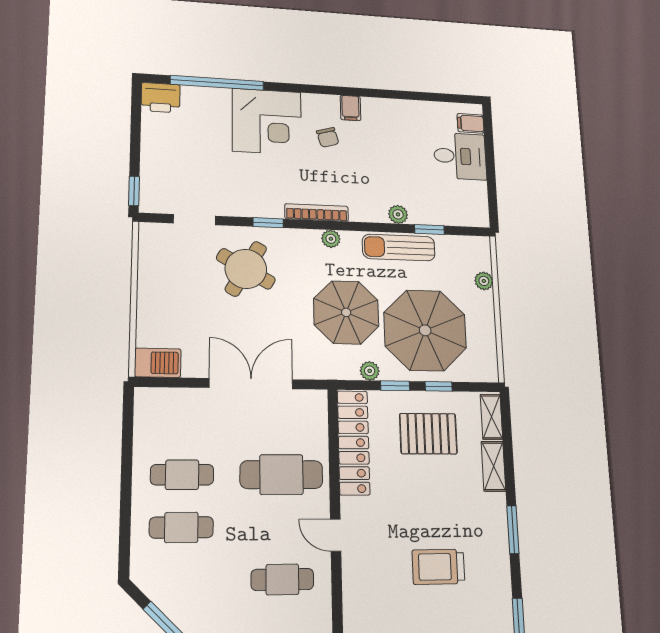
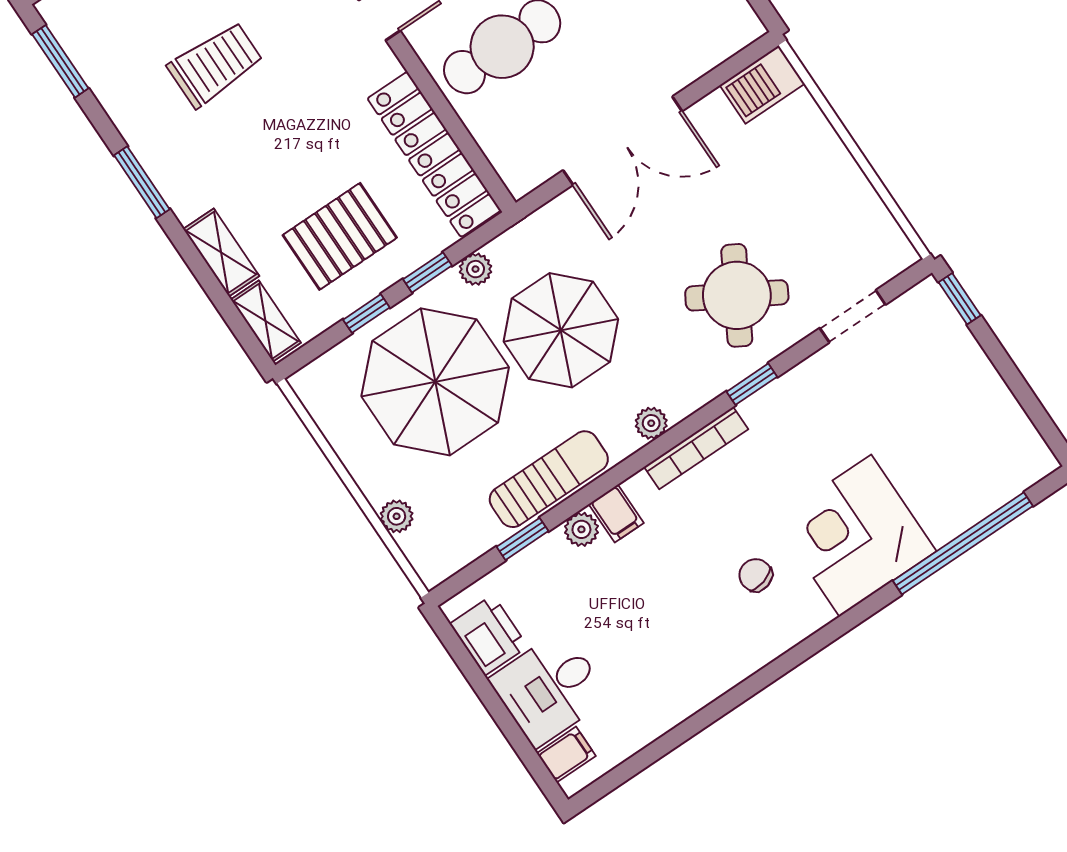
printer: (161, 98) -> (489, 635), moved, turned 90
filing cabinet: (350, 108) -> (616, 514), moved, turned 180

